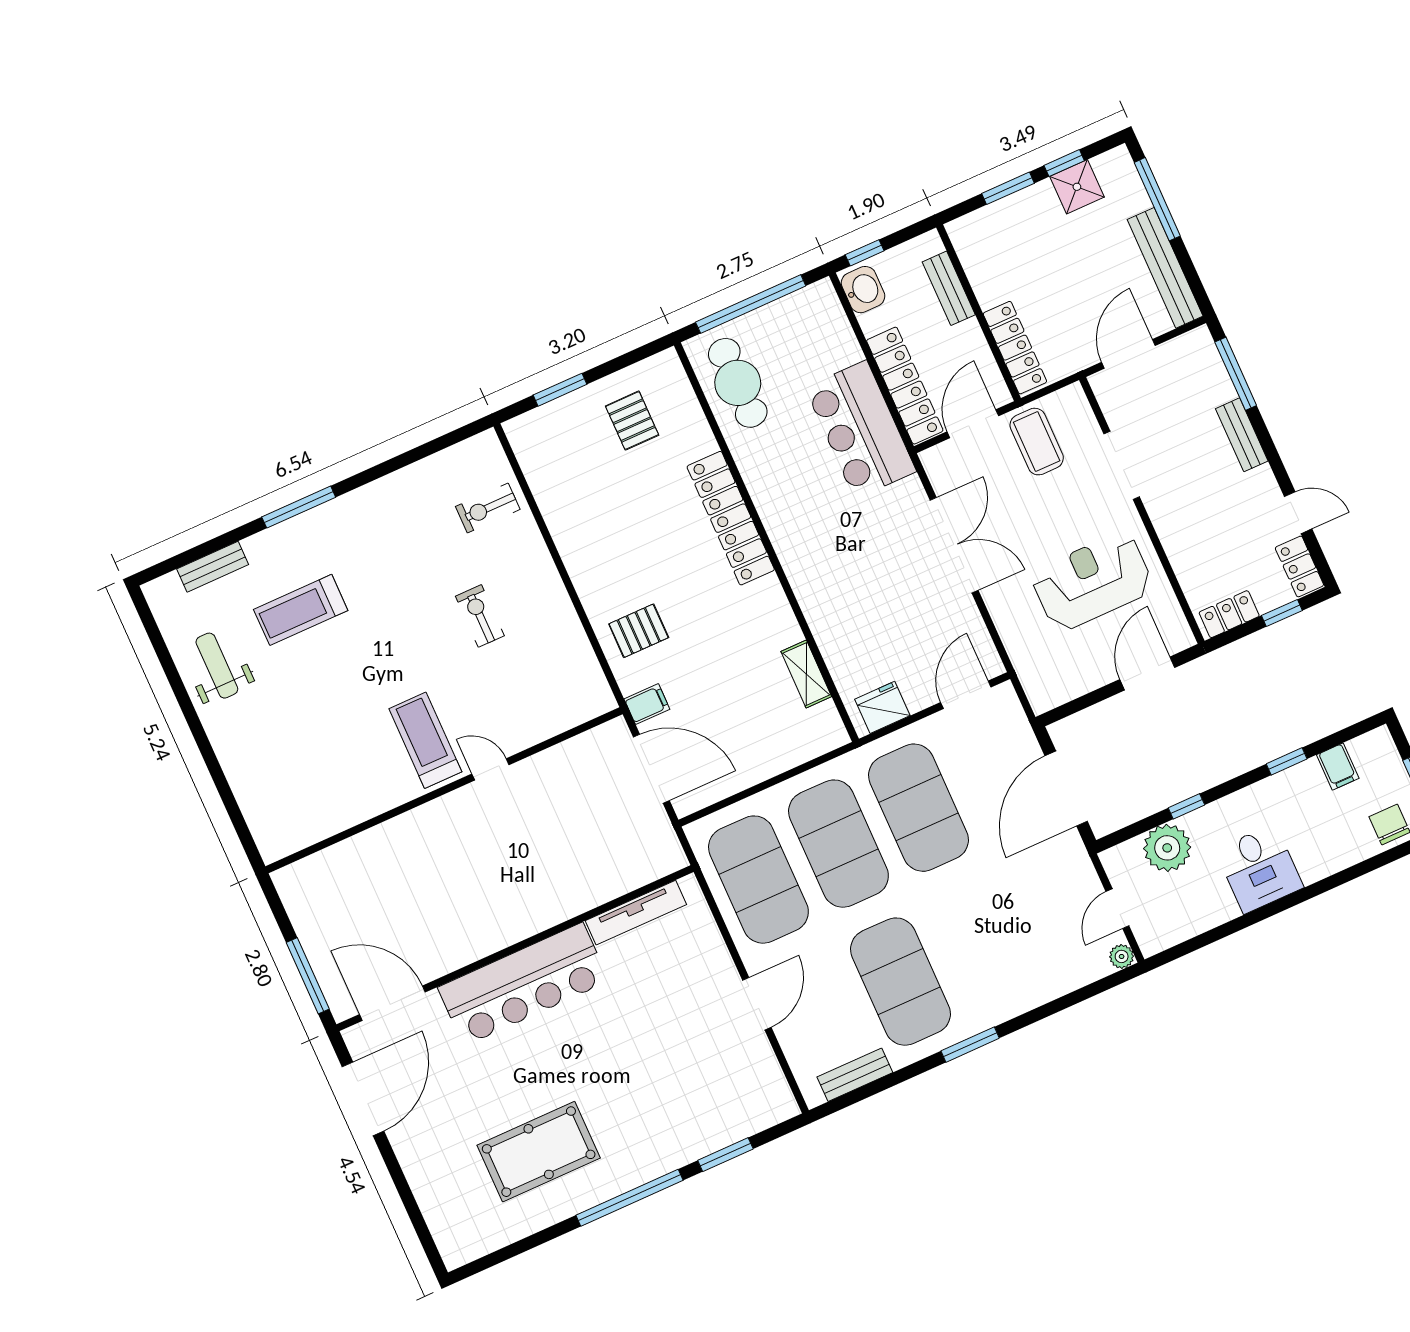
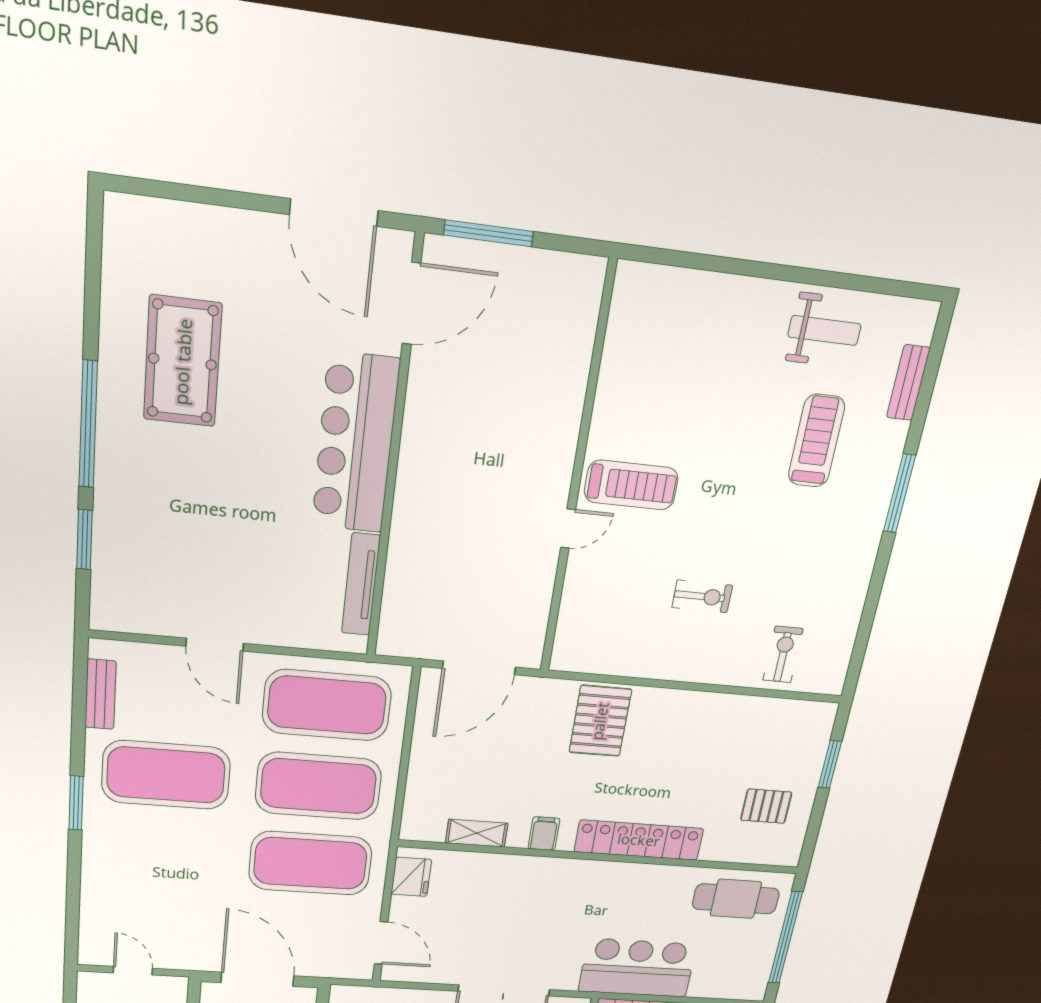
pallet: (639, 631) -> (600, 721), width x1.50, depth x1.42
filing cabinet: (647, 704) -> (544, 834), moved, turned 180
plant: (1122, 956) -> (89, 955), removed

